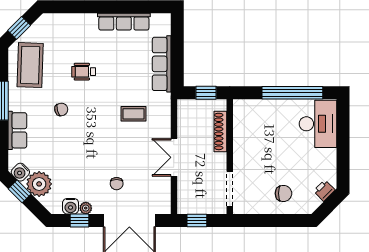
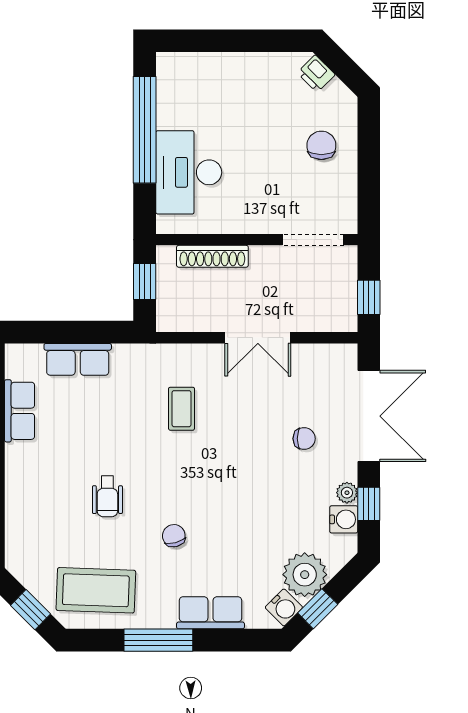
row of seats: (124, 22) -> (20, 411), width x0.68
row of seats: (162, 64) -> (78, 359), width x0.68
desk: (318, 124) -> (189, 172), moved, turned -90

